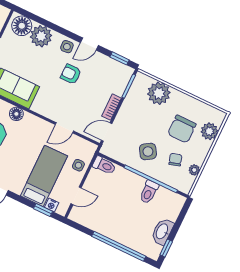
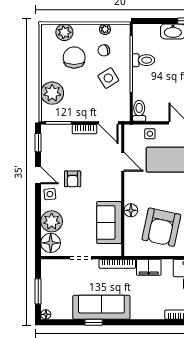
chair: (182, 129) -> (74, 58), turned -90

